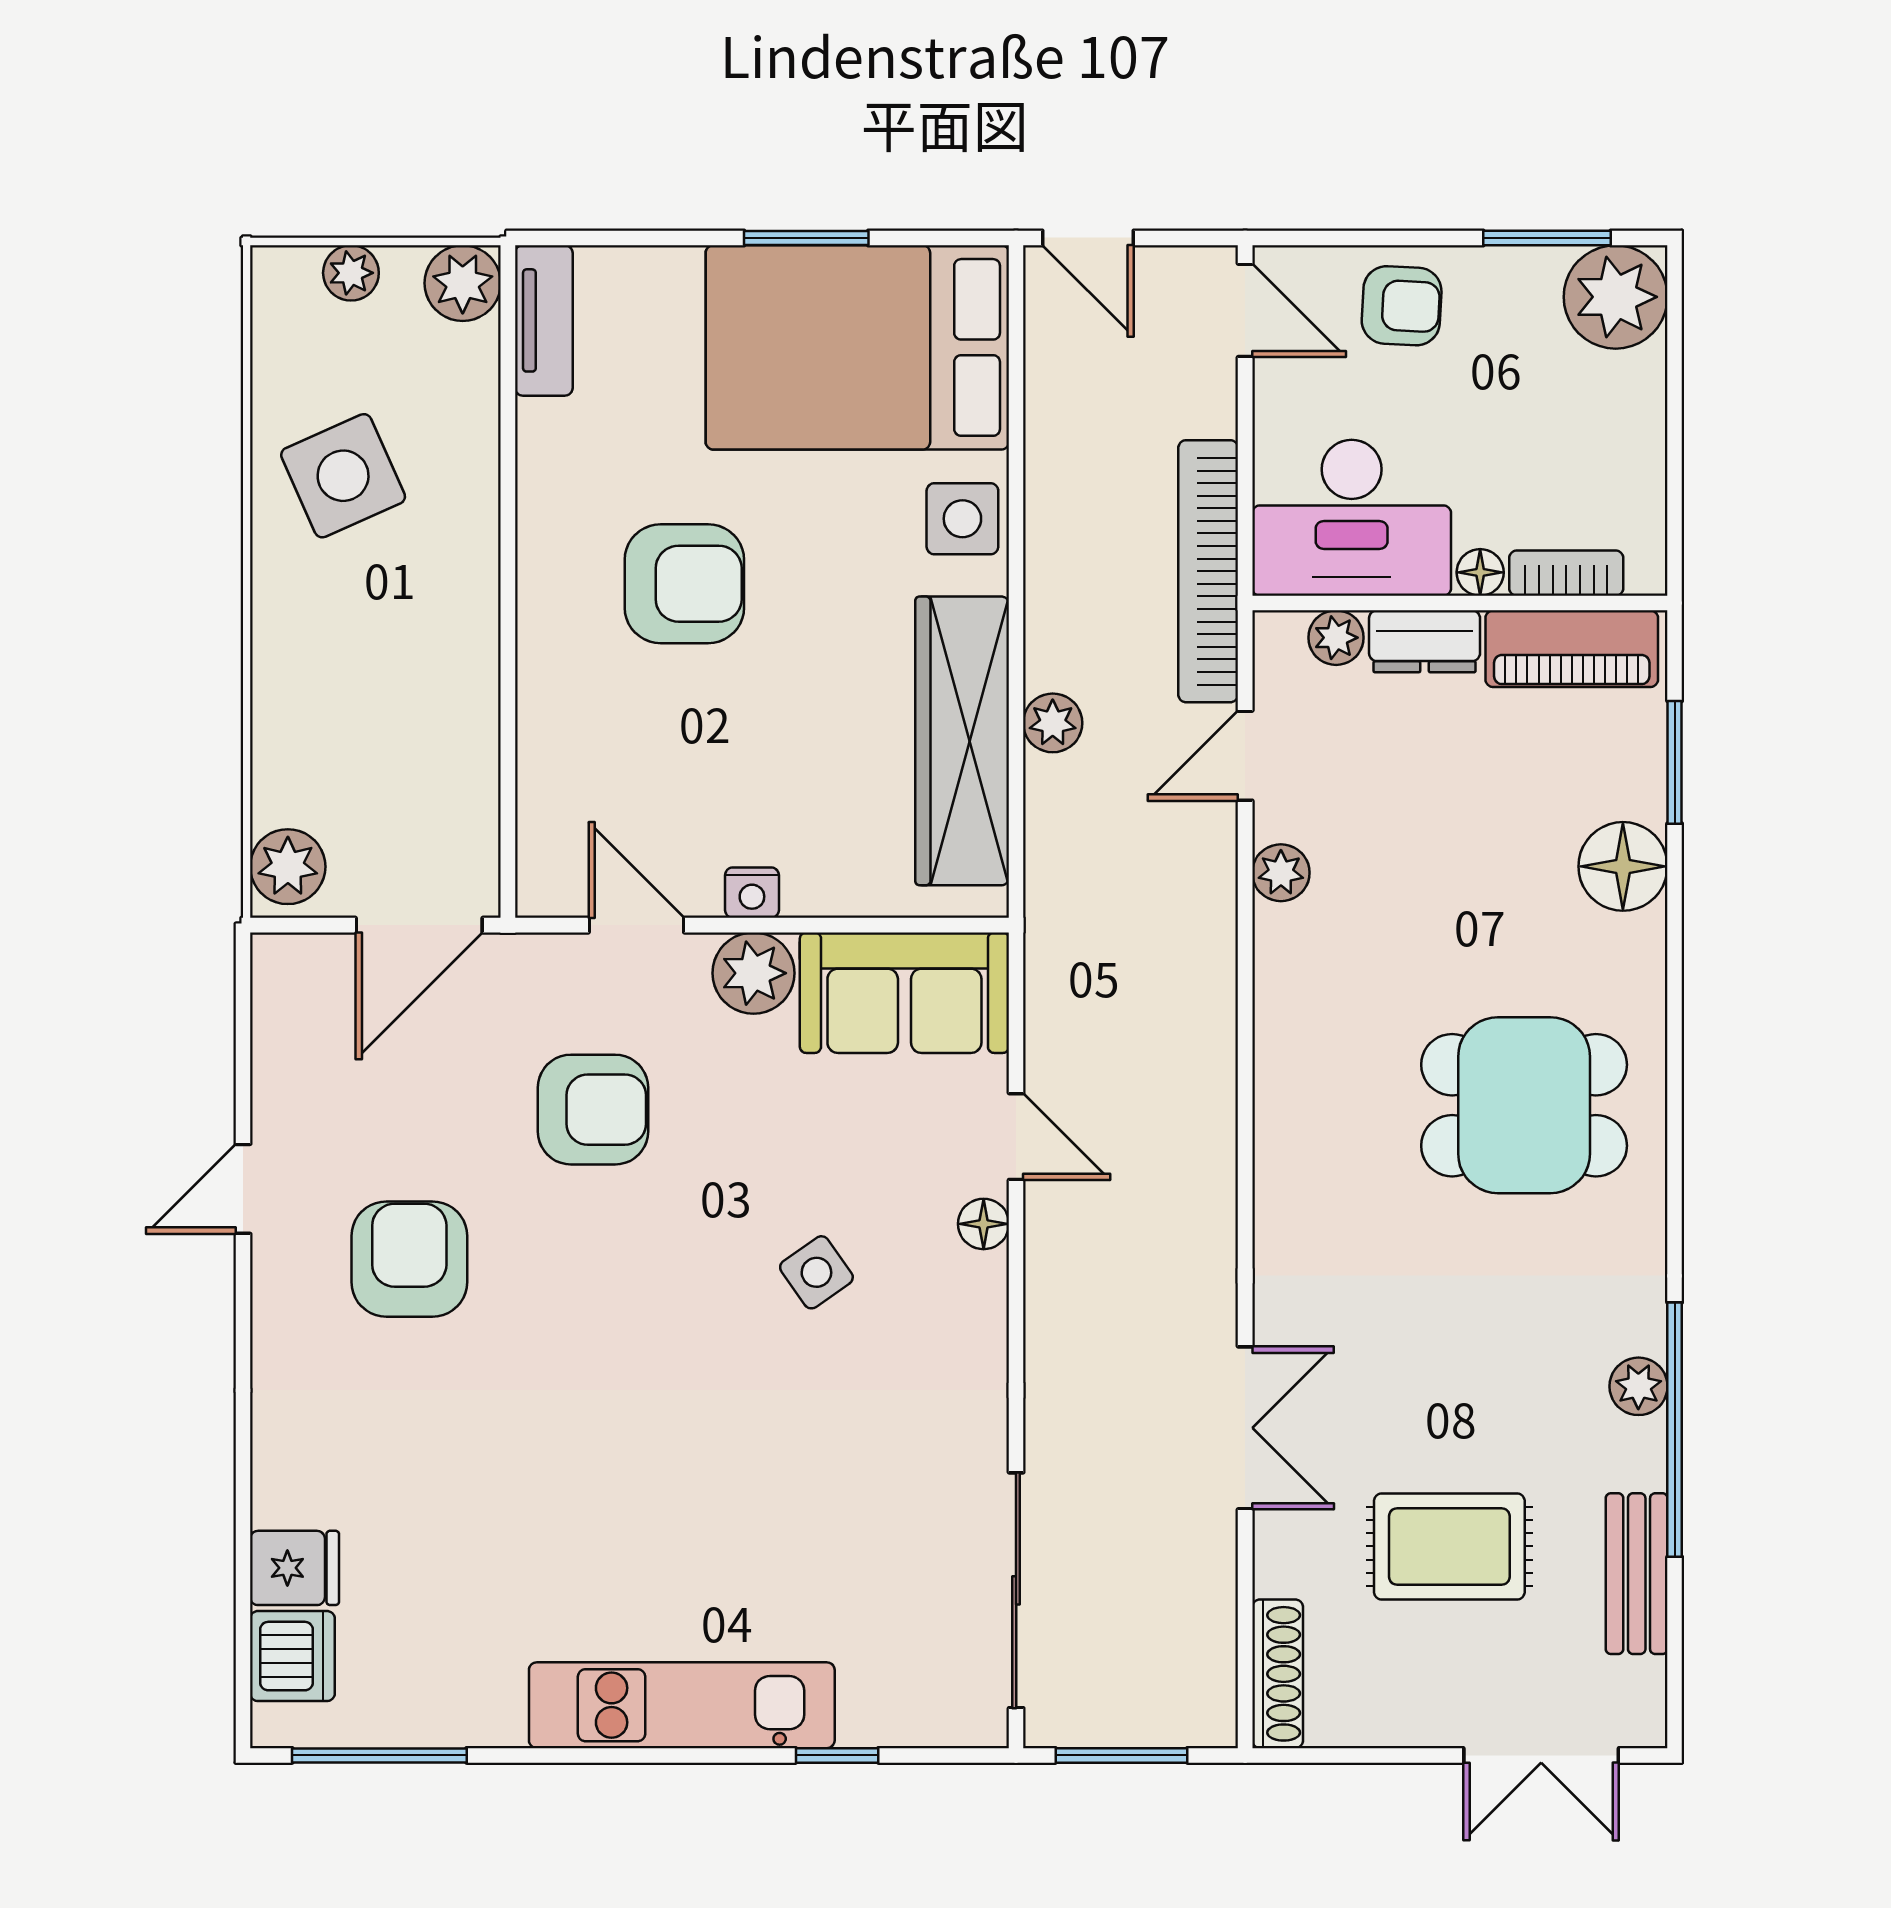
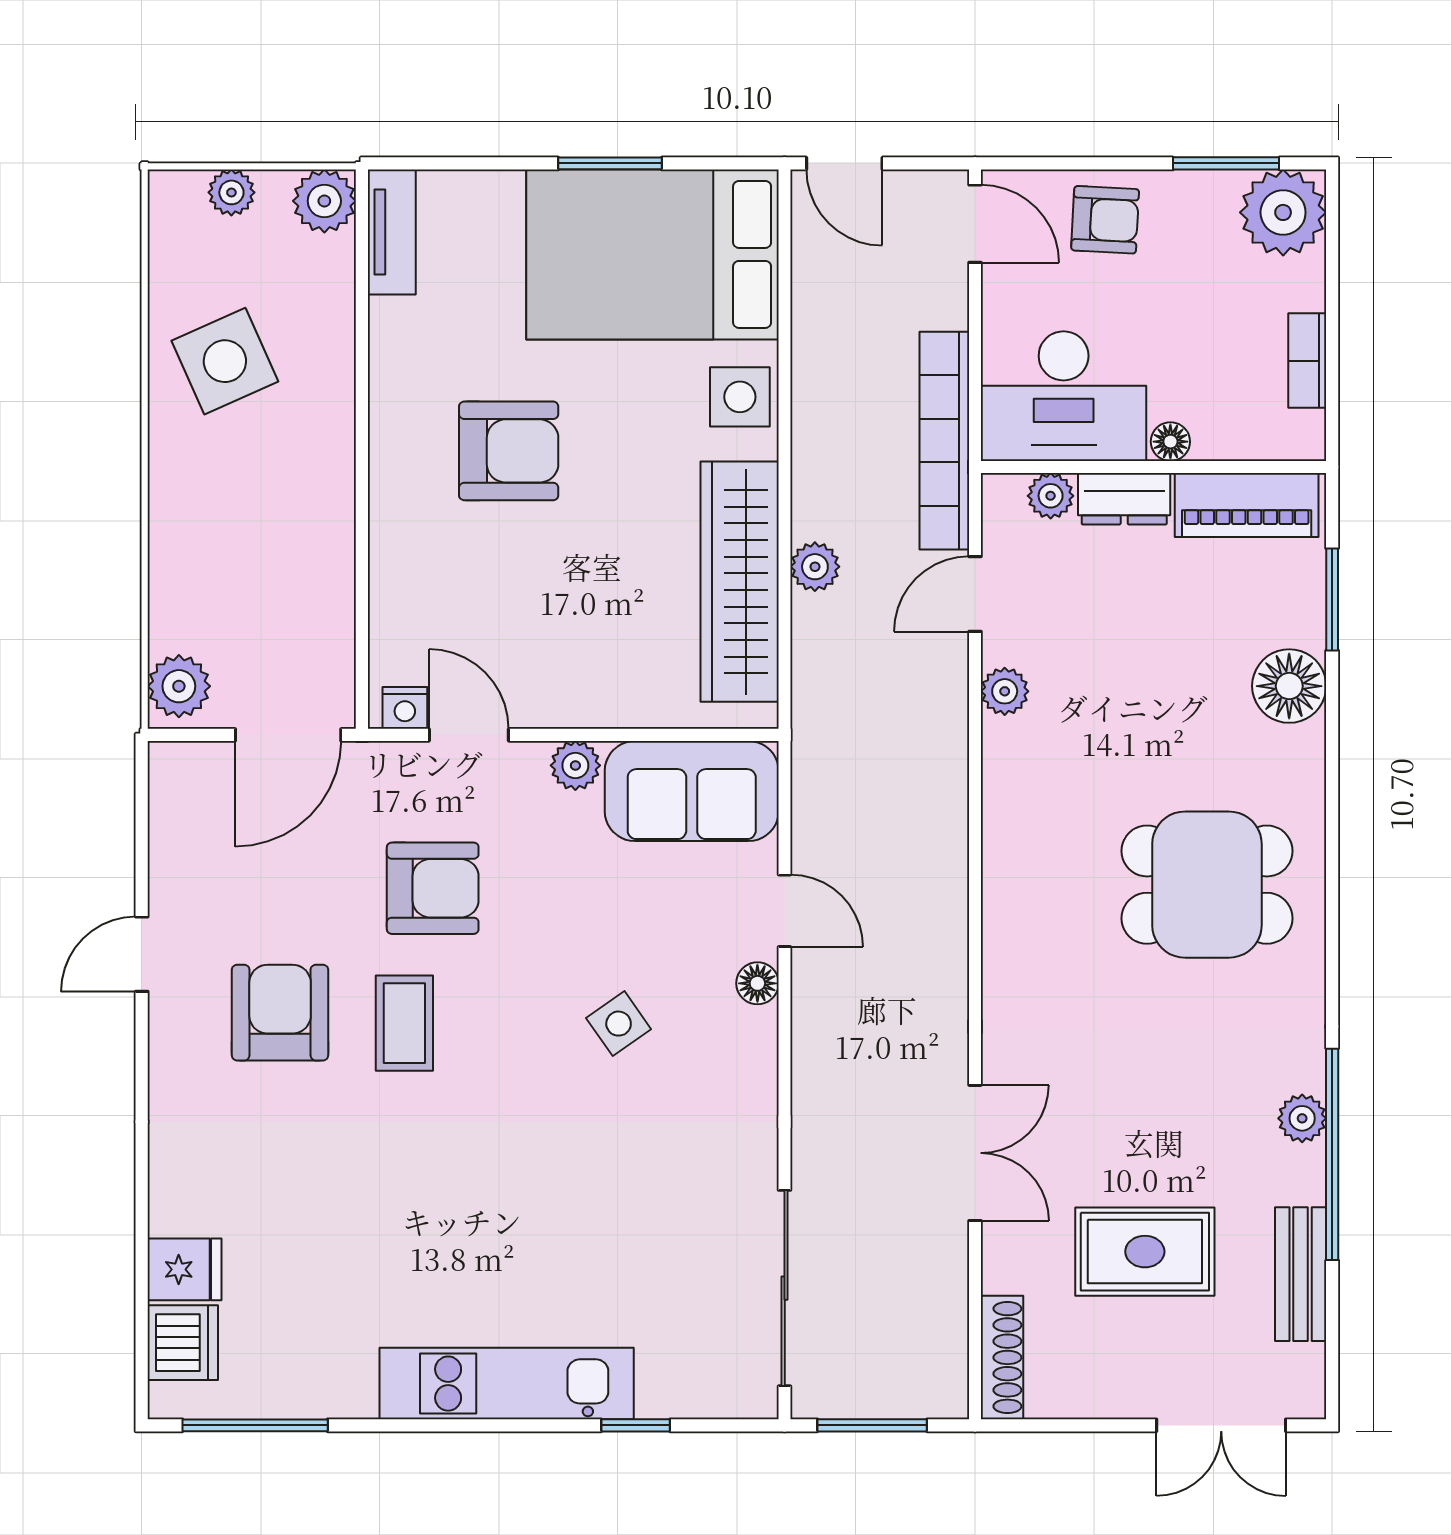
bookcase: (1566, 573) -> (1307, 361), moved, turned -90
nightstand: (752, 893) -> (405, 708), moved
plant: (753, 973) -> (575, 765), width x0.73, depth x0.73
coffee table: (559, 1272) -> (404, 1023), added

